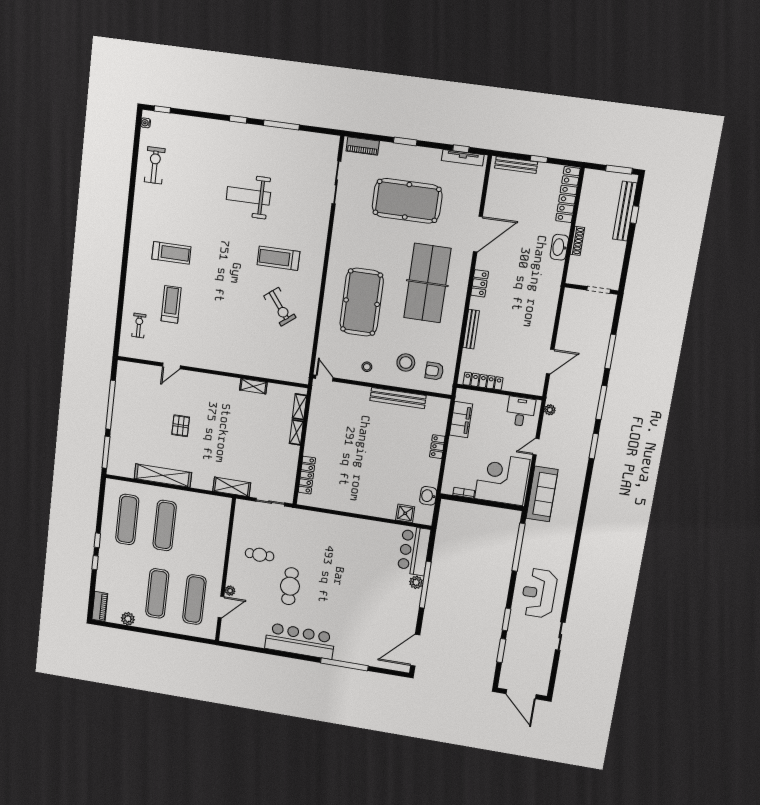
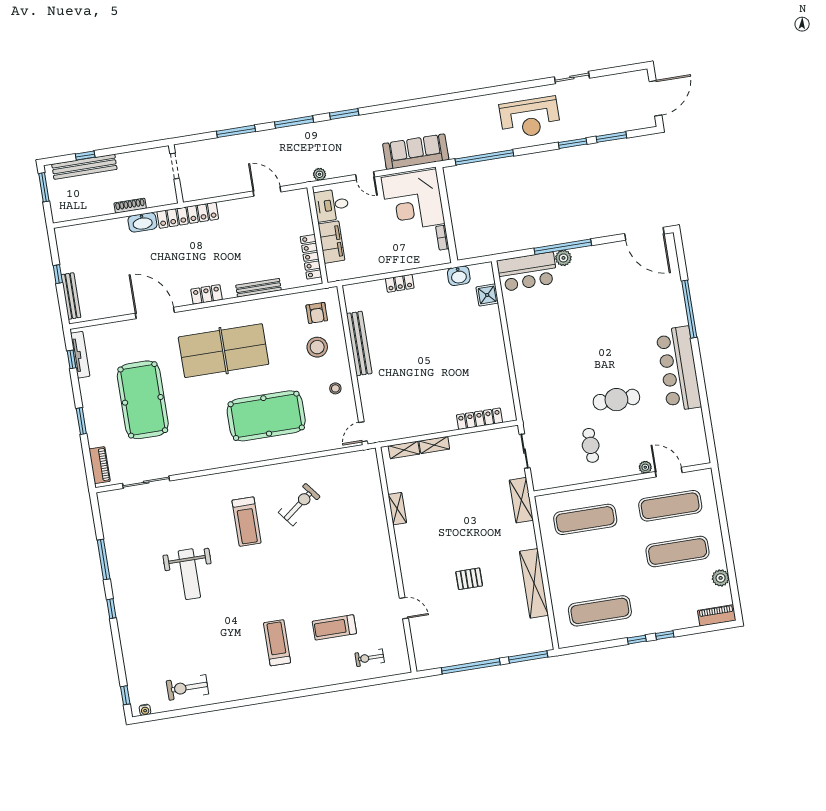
locker: (568, 195) -> (188, 215), moved
filing cabinet: (461, 420) -> (331, 242), moved, turned 90
exercise mat: (165, 525) -> (585, 519), moved

